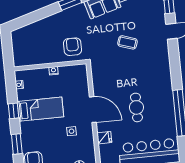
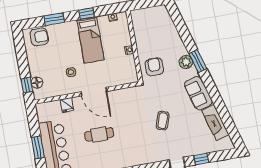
plant: (70, 15) -> (186, 62), added
armchair: (72, 47) -> (154, 67), turned -90
door: (93, 110) -> (94, 92), hinge flipped

